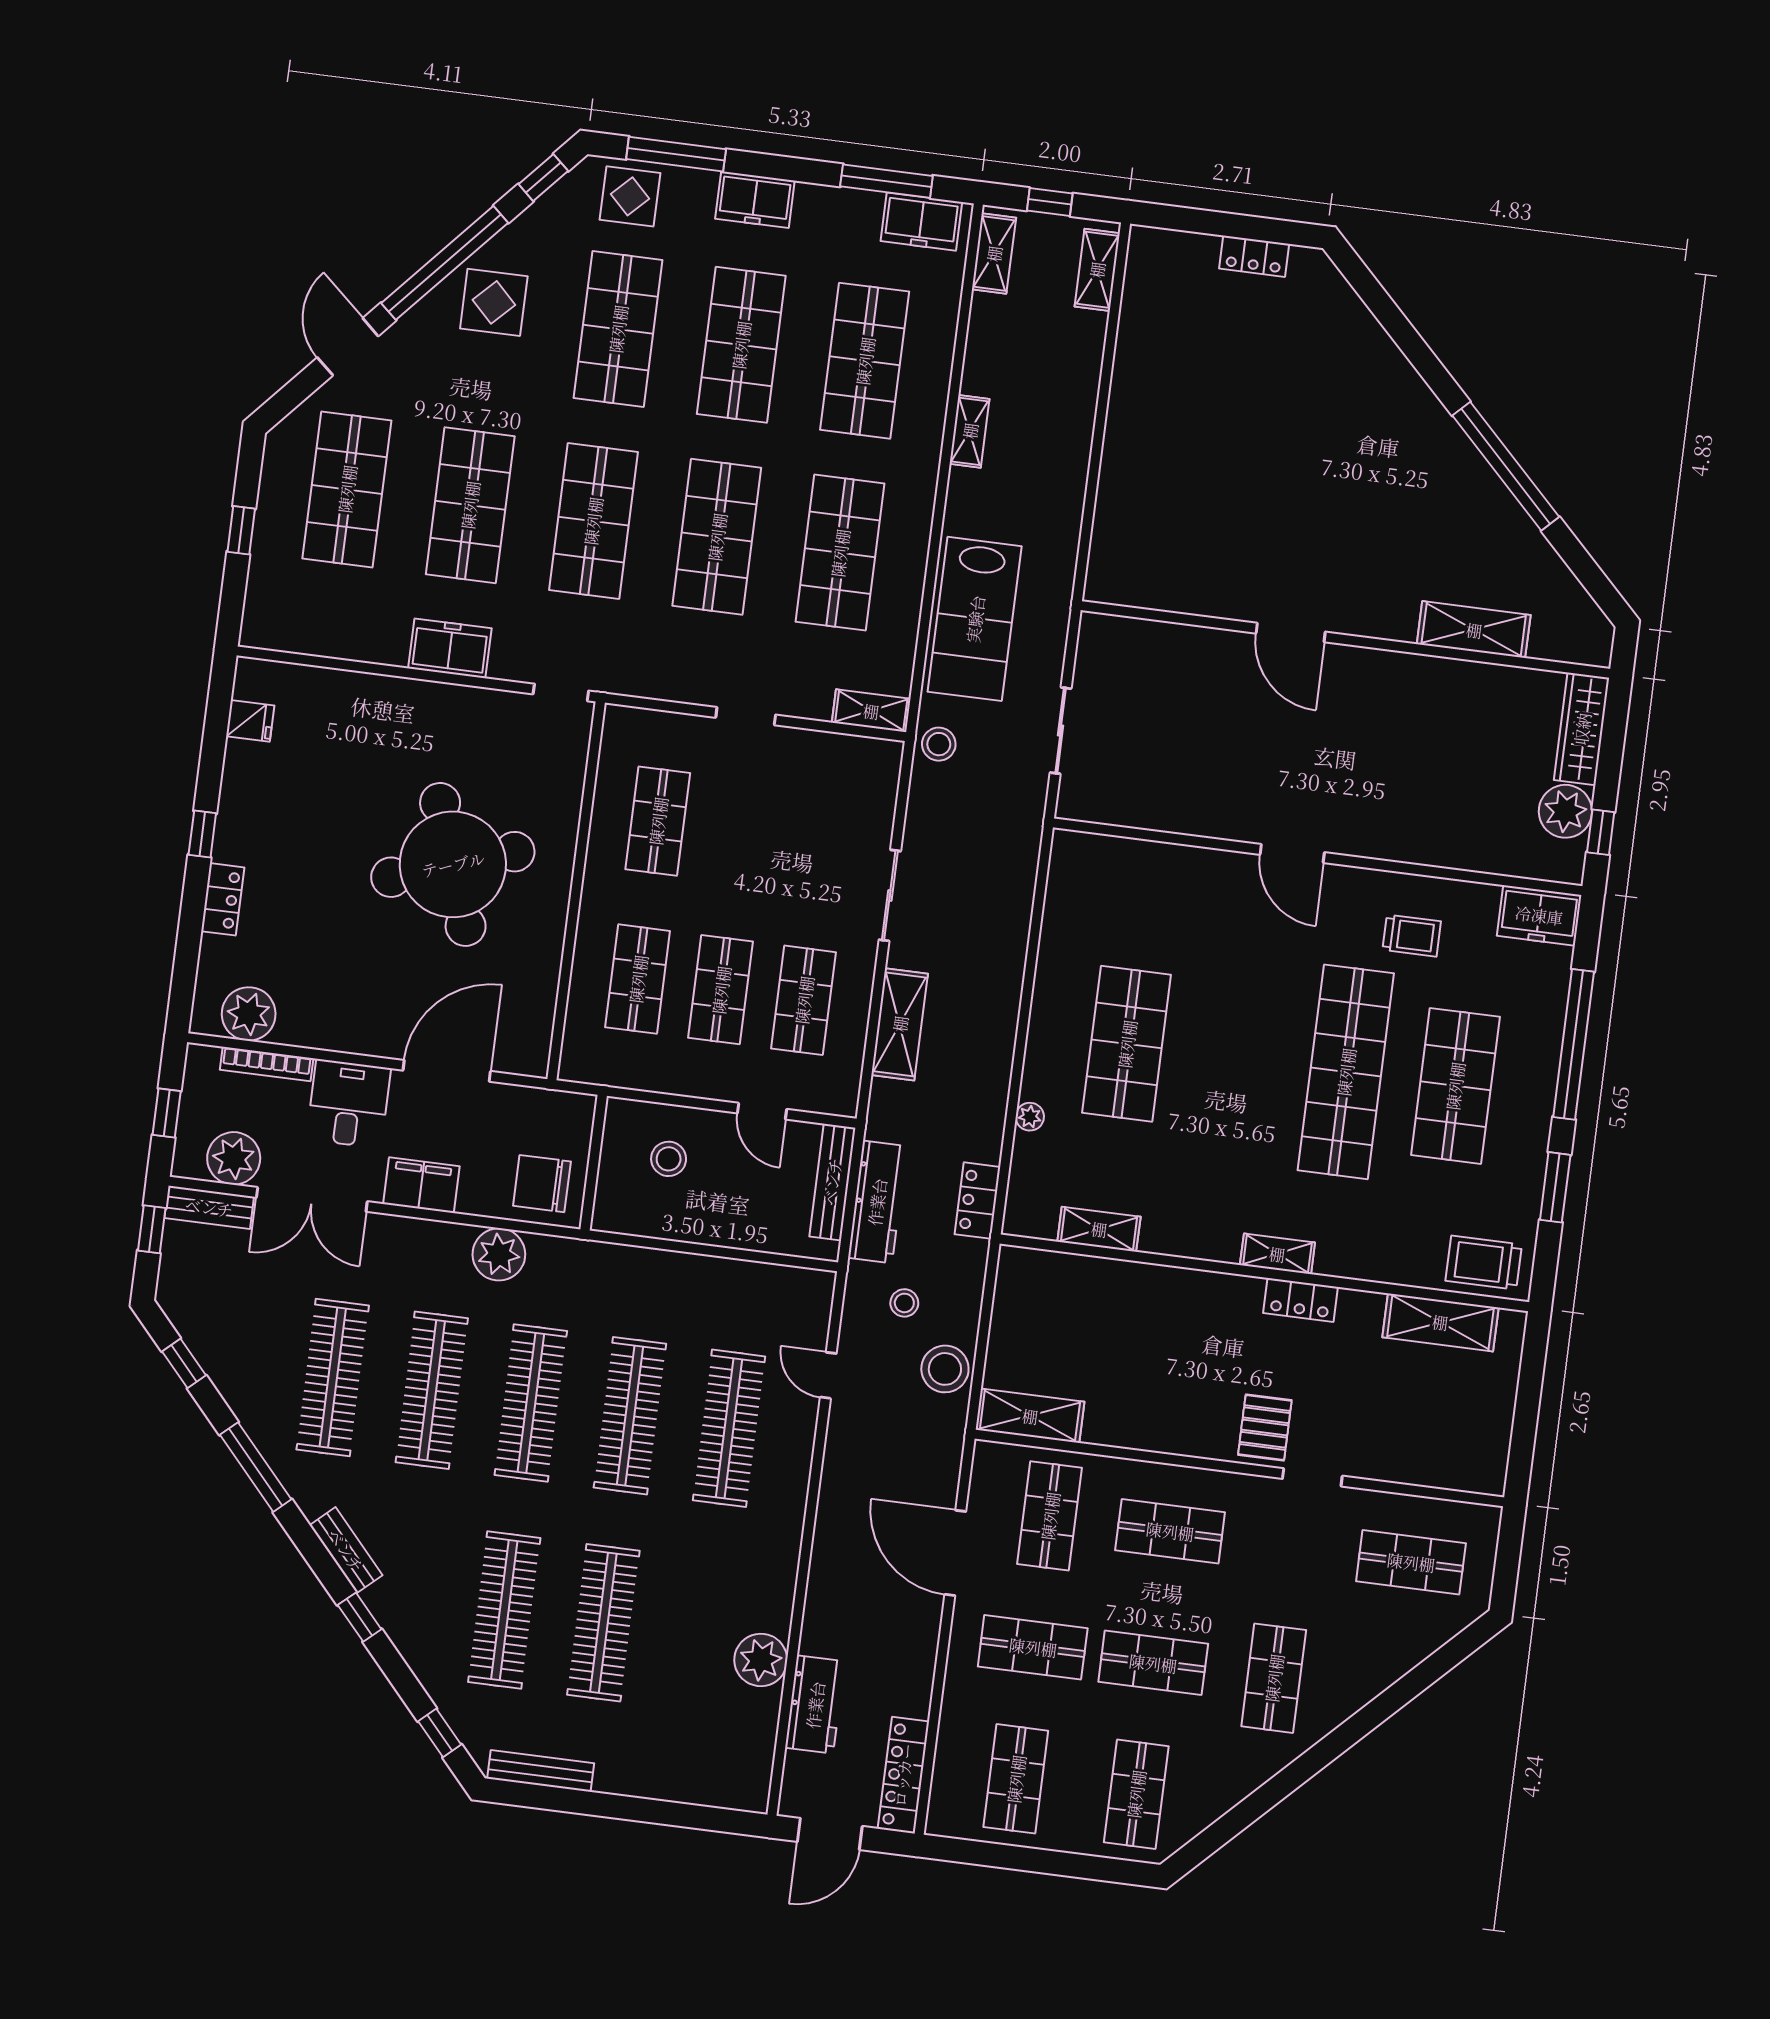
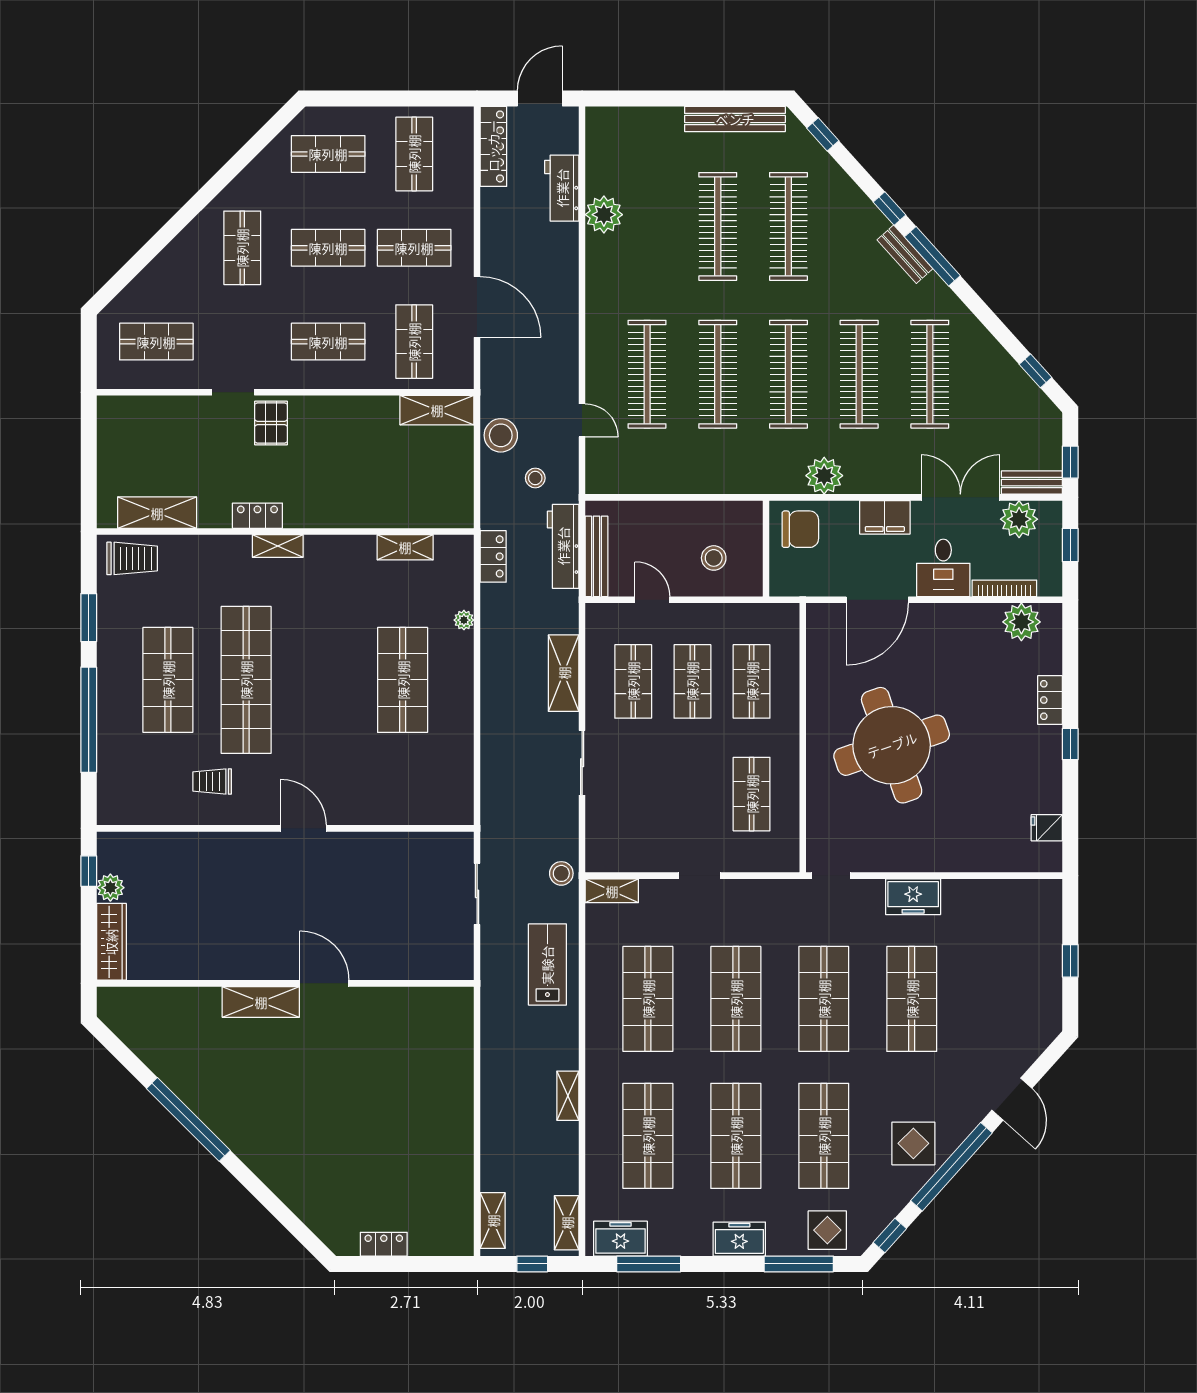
shop shelf: (347, 489) -> (1000, 999), removed
lab bench: (975, 619) -> (547, 965), width x0.73, depth x0.72
shelving: (1474, 630) -> (261, 1002), moved
plant: (1565, 811) -> (110, 888), width x0.73, depth x0.73
freezer: (1539, 915) -> (124, 807), removed
window: (256, 1467) -> (932, 256), moved
bench: (541, 1771) -> (735, 119), width x1.37, depth x1.21
shop shelf: (1136, 1794) -> (328, 154), turned 90

